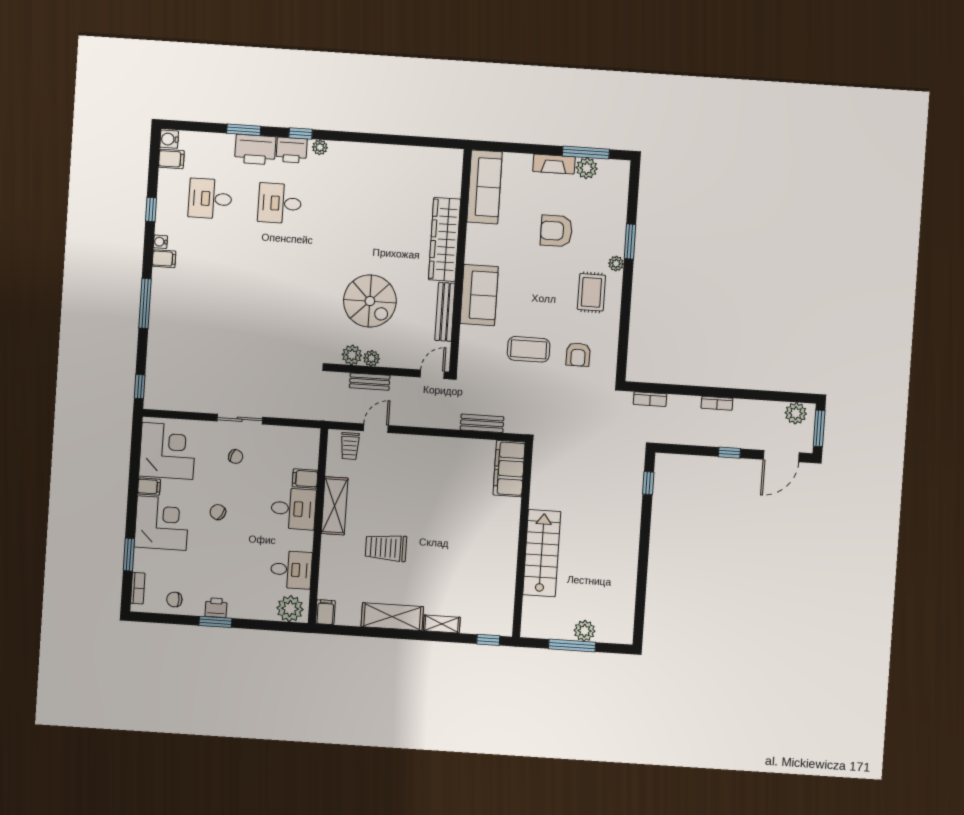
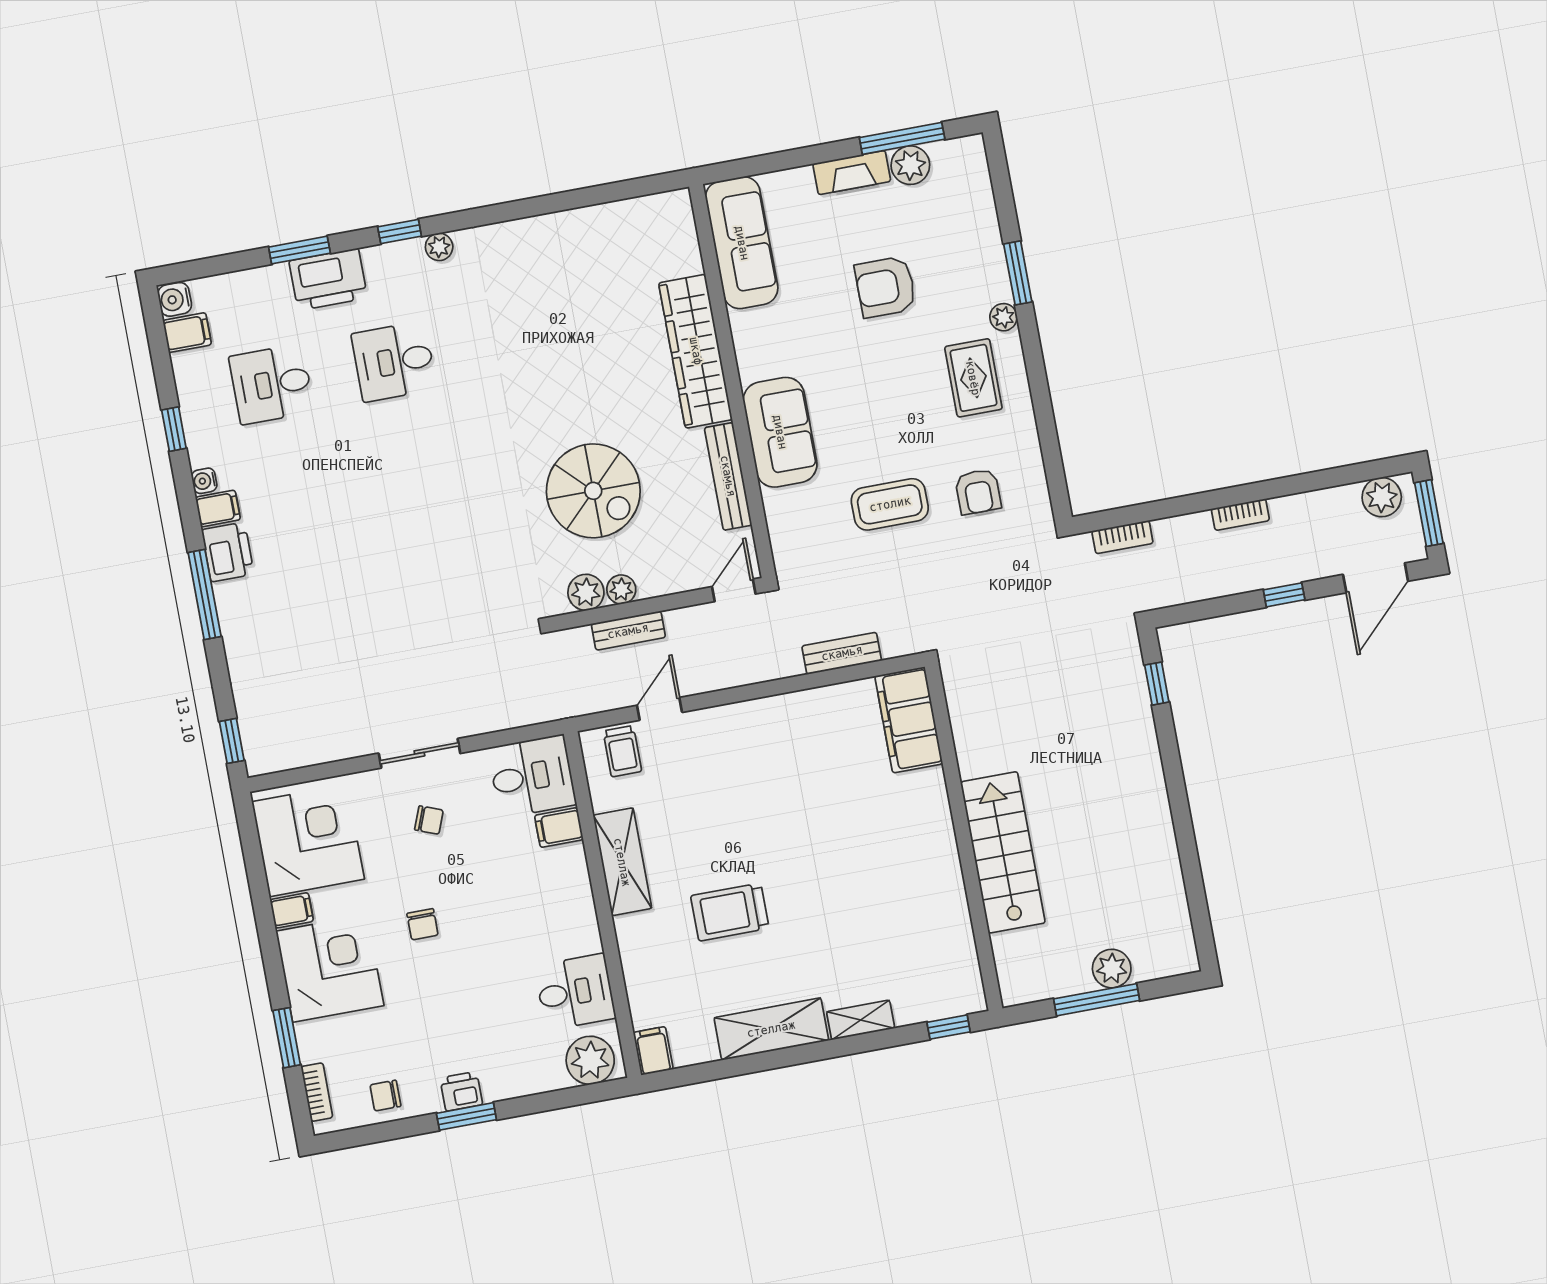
printer: (292, 150) -> (228, 552), moved, turned -90
desk: (293, 509) -> (532, 776), moved
chair: (218, 512) -> (422, 924), turned -121

